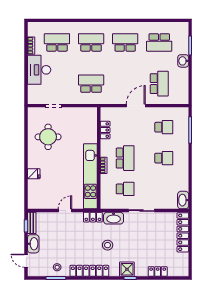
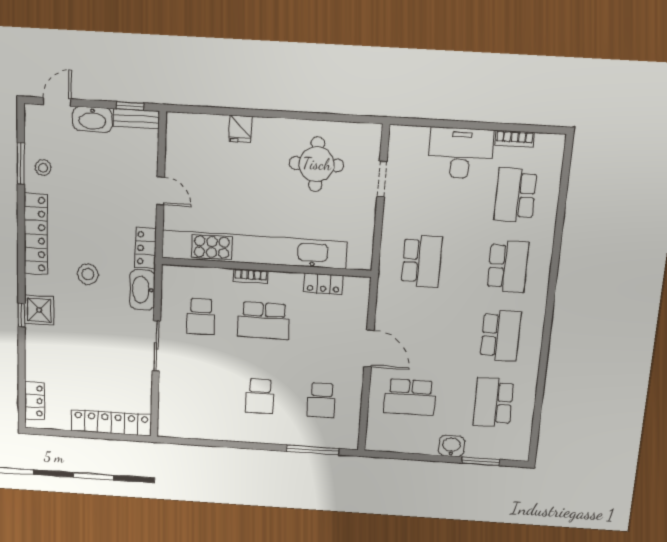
school desk: (57, 42) -> (515, 195), turned 180
kitchen unit: (90, 176) -> (254, 250), width x1.36
washbasin: (183, 200) -> (175, 427), removed
locker: (158, 271) -> (35, 401), moved

